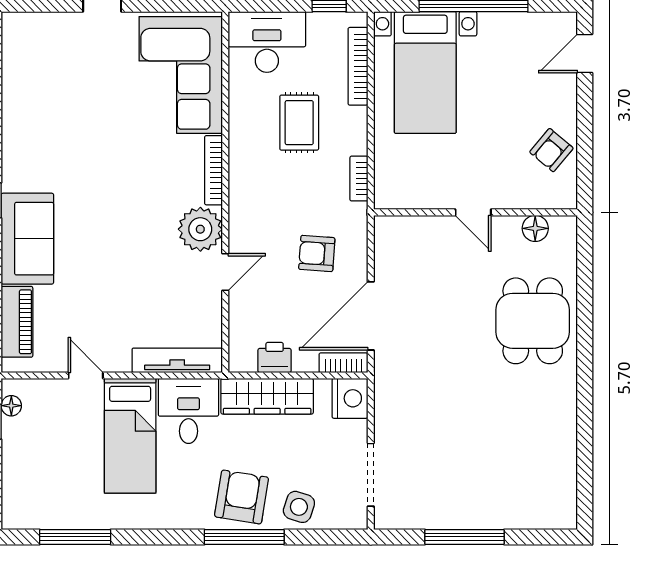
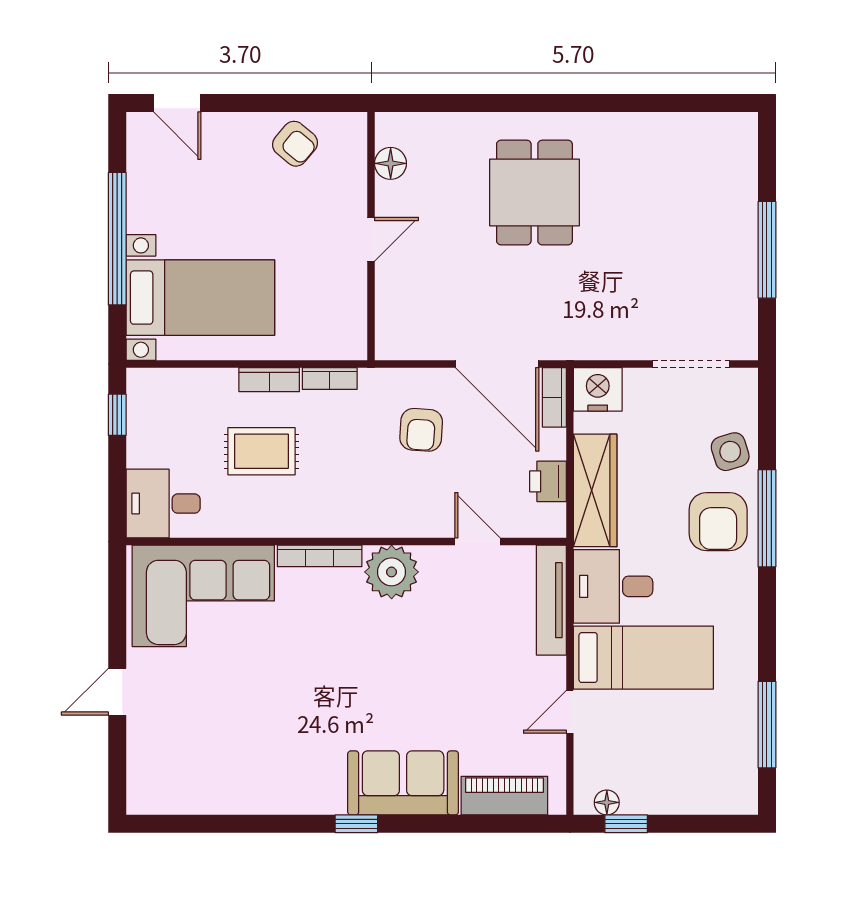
desk: (267, 42) -> (163, 504), width x0.73
bookcase: (358, 66) -> (269, 380), moved, width x0.64
door: (225, 272) -> (477, 542), moved
dining table: (533, 321) -> (534, 193), moved, turned 90
armchair: (242, 497) -> (718, 522), turned -99
side table: (299, 507) -> (730, 452), turned -35

